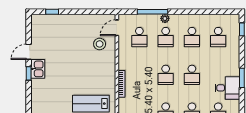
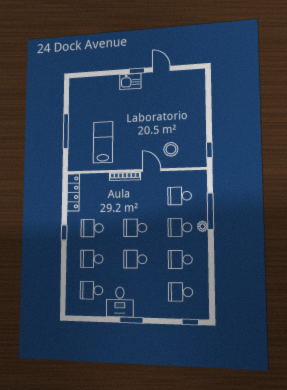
window: (52, 12) -> (209, 150), moved
door: (117, 28) -> (152, 170), moved
kitchen sink: (38, 69) -> (130, 81), moved

